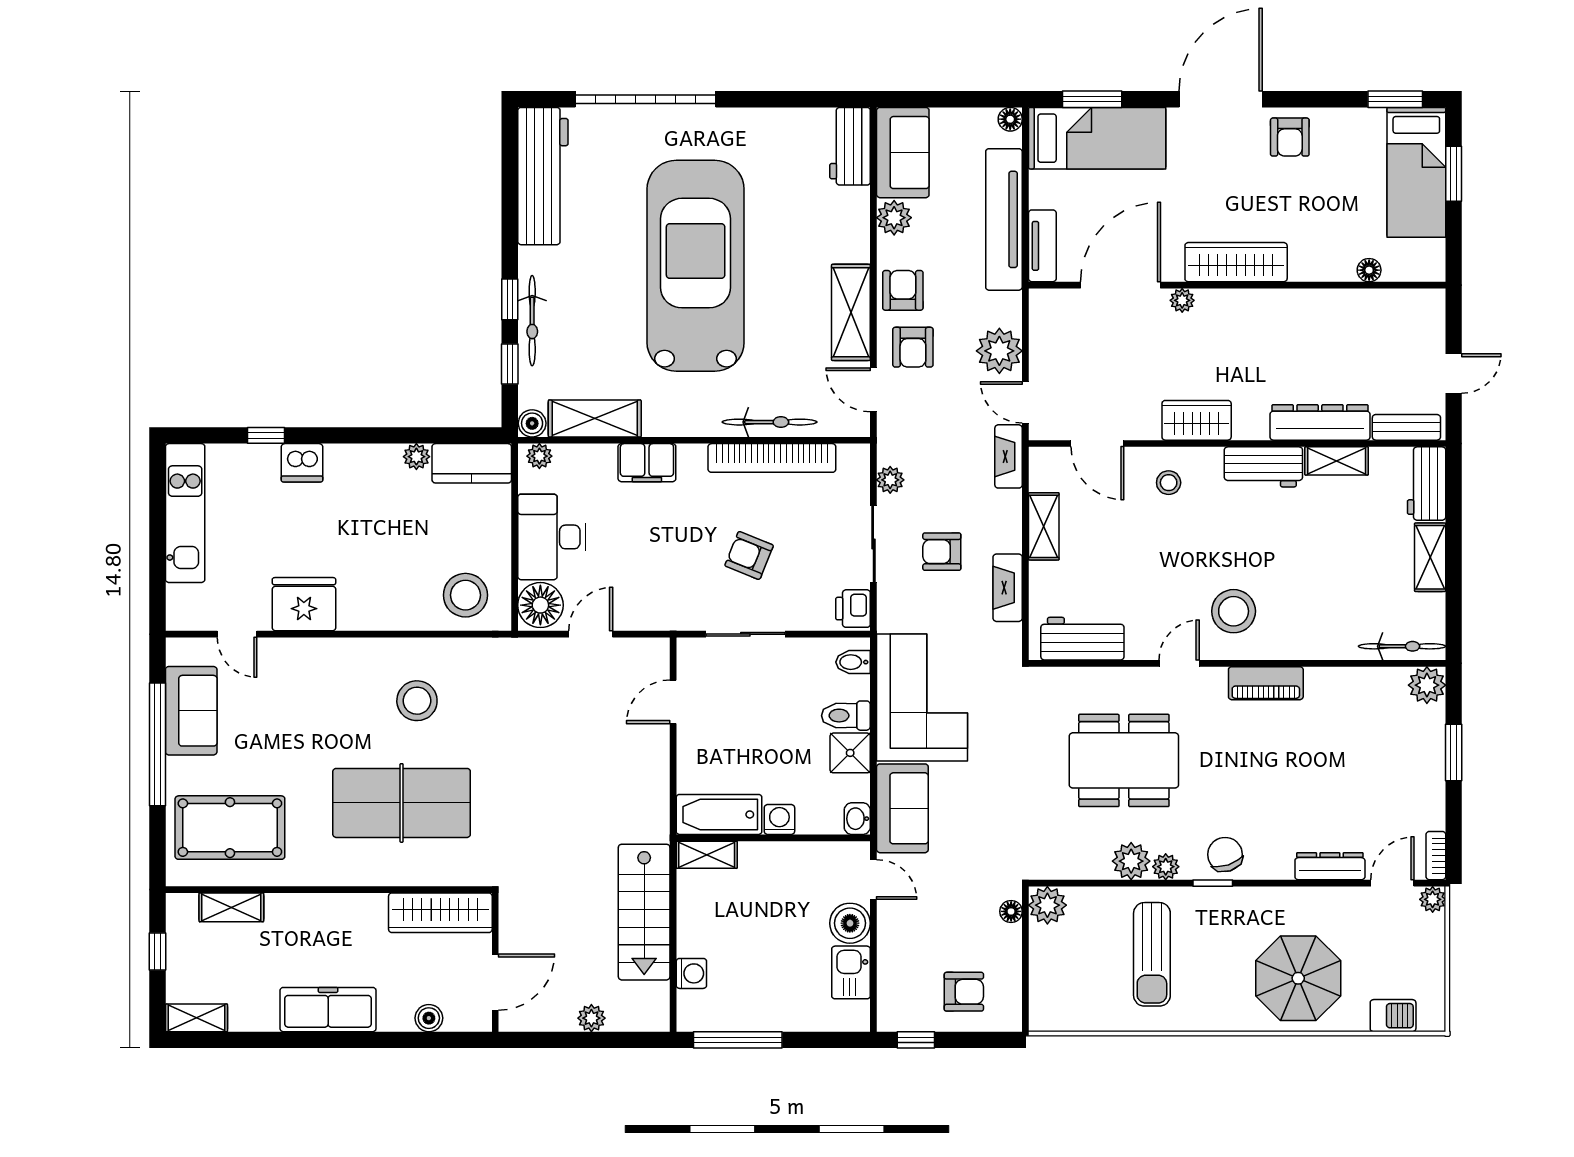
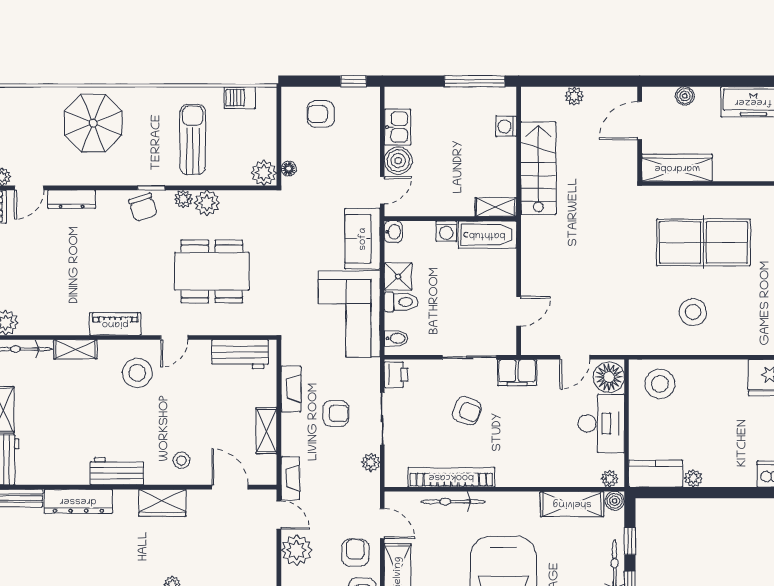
shelving: (1337, 461) -> (75, 349), moved
filing cabinet: (647, 463) -> (517, 373), moved, turned 180
door: (873, 880) -> (382, 190), swing flipped
barbecue: (1393, 1016) -> (240, 98), moved

